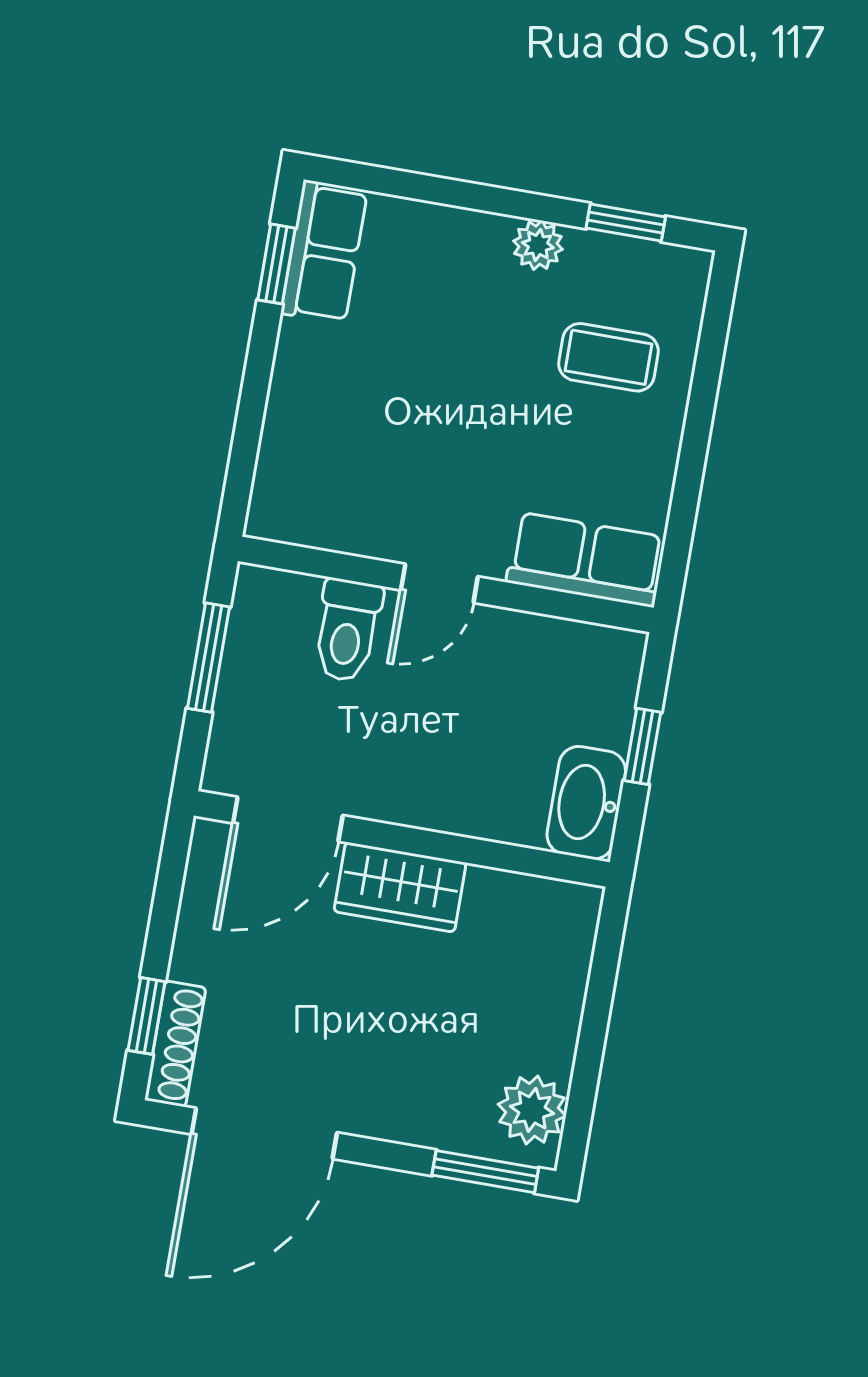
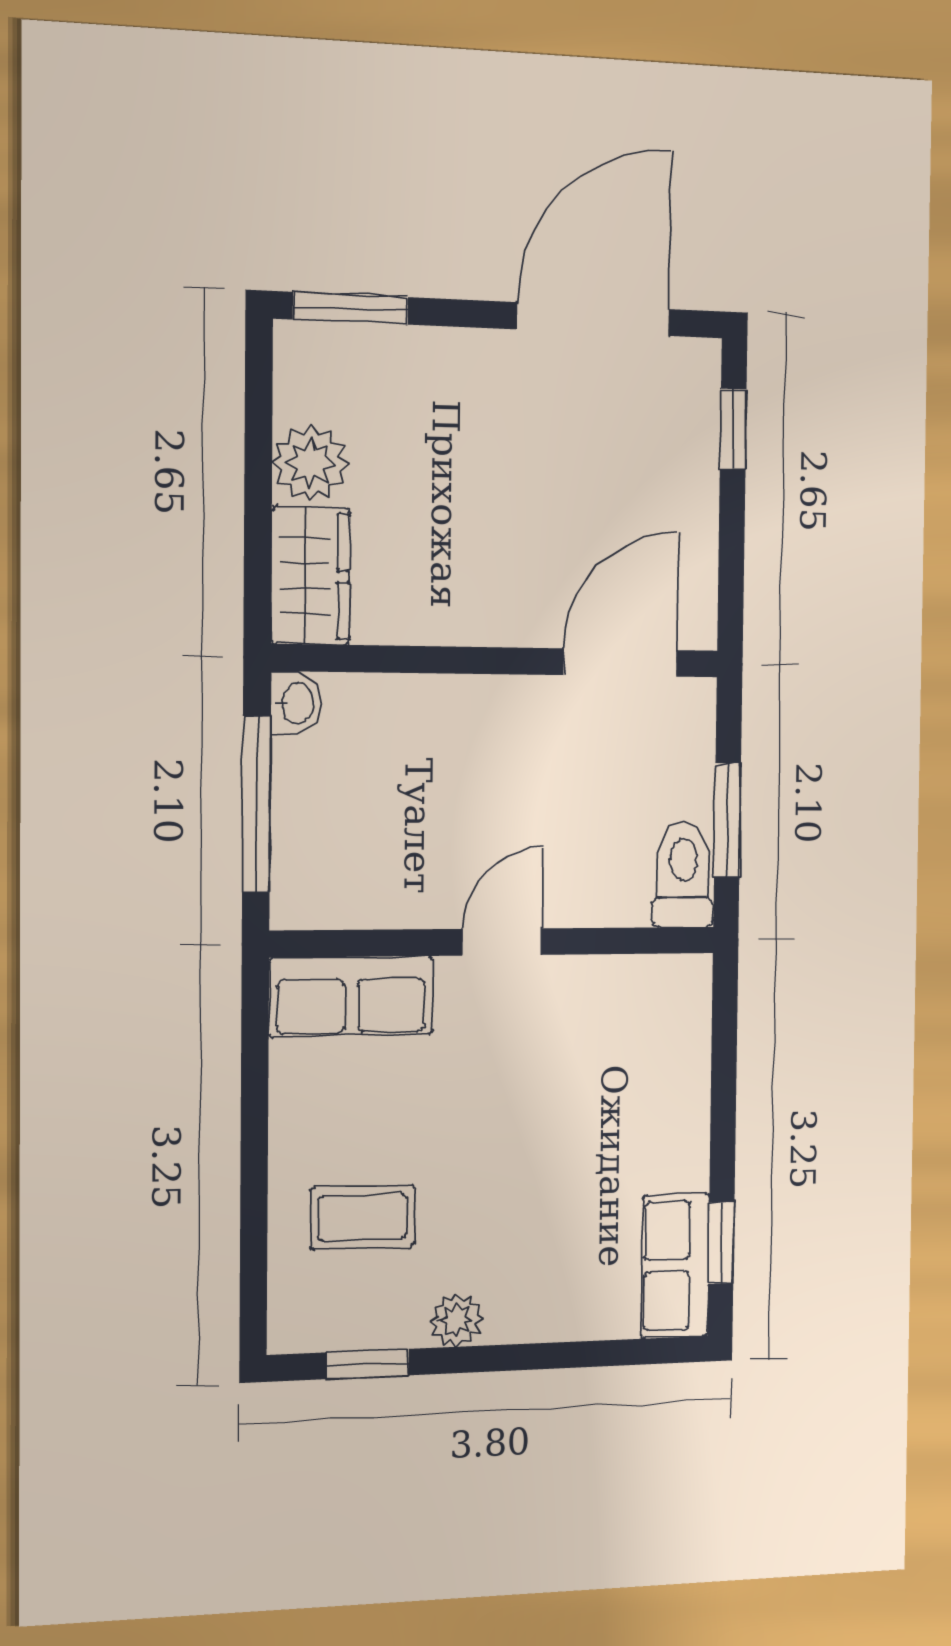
toilet: (347, 630) -> (683, 874), moved
window: (642, 746) -> (256, 804), width x2.17
washbasin: (586, 803) -> (296, 703), width x0.52, depth x0.69
wardrobe: (400, 887) -> (311, 576), moved, turned 90
shoe rack: (175, 1044) -> (700, 403), removed
plant: (532, 1110) -> (310, 463), moved

